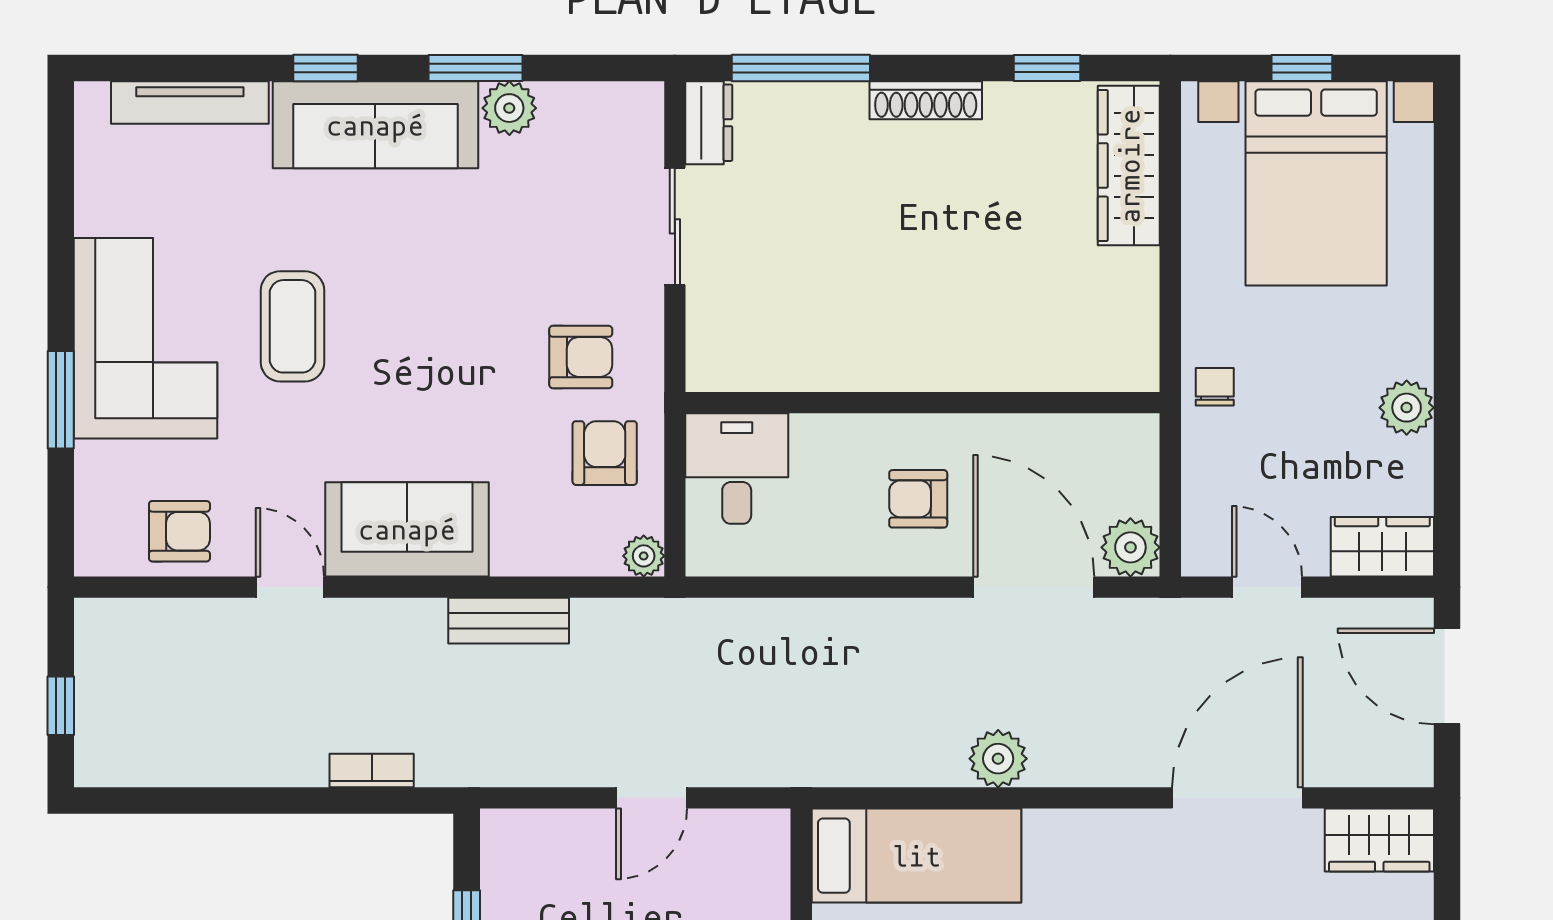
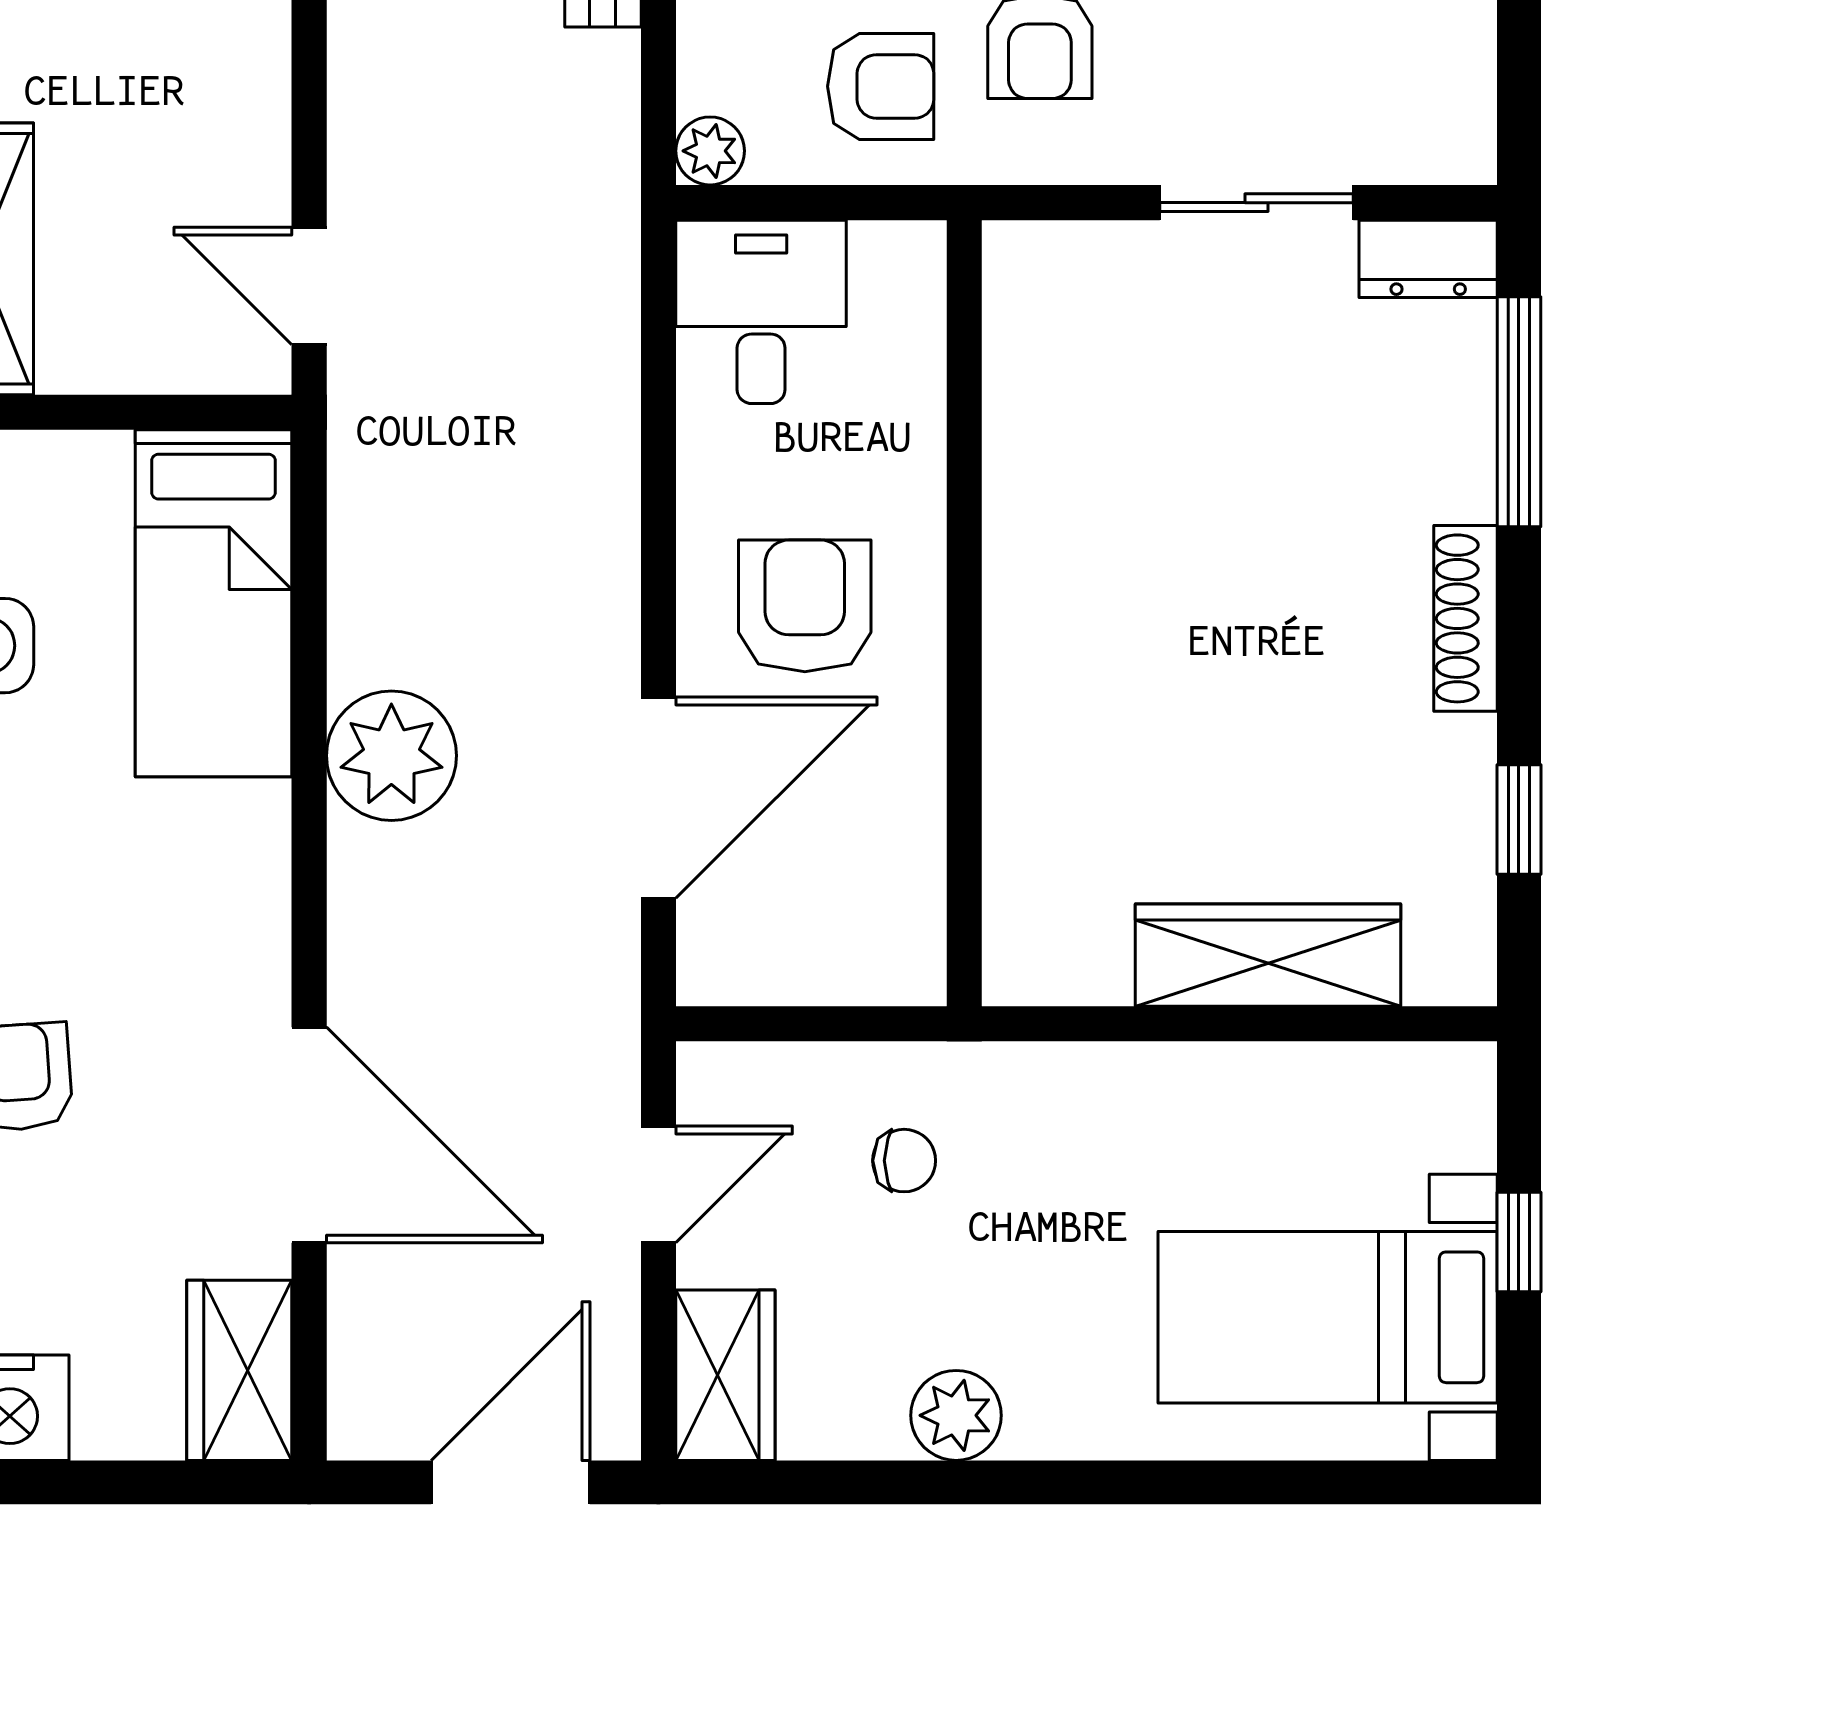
wardrobe: (1129, 166) -> (1268, 955), moved
bed with nightstands: (1316, 183) -> (1328, 1317), width x0.73
chair: (1215, 387) -> (904, 1161), moved
desk: (737, 469) -> (761, 312), moved, turned -90
armchair: (918, 499) -> (805, 606), width x1.38, depth x1.38
plant: (1130, 547) -> (724, 958), removed
plant: (998, 759) -> (391, 756), width x1.36, depth x1.36
door: (652, 798) -> (309, 286), moved

